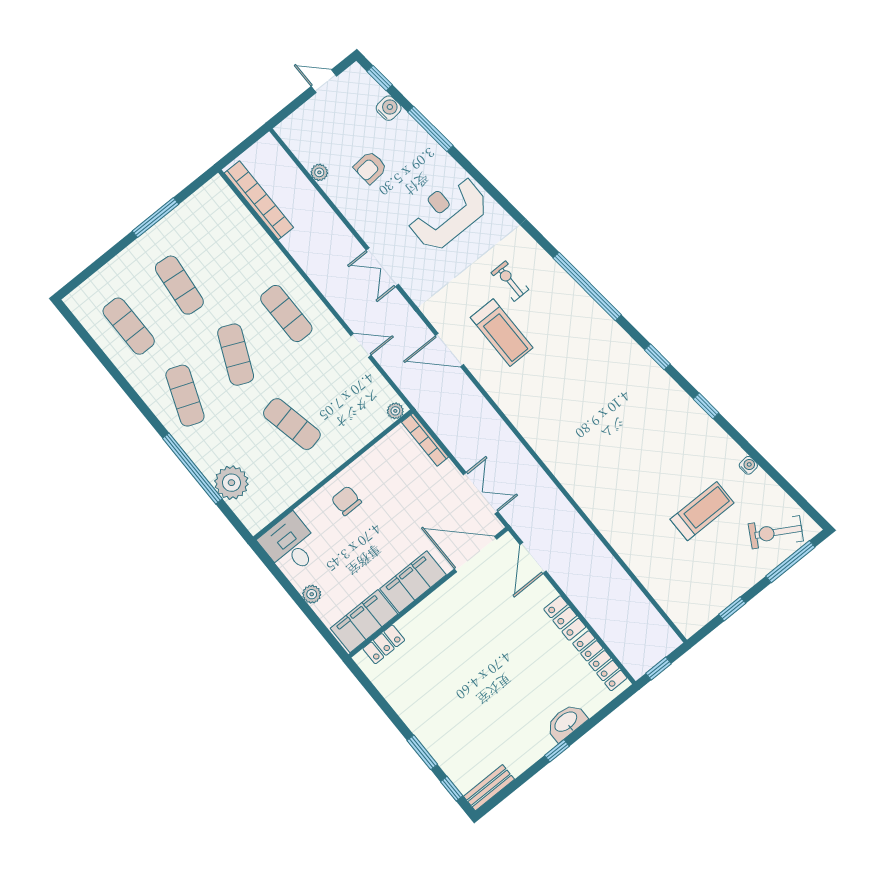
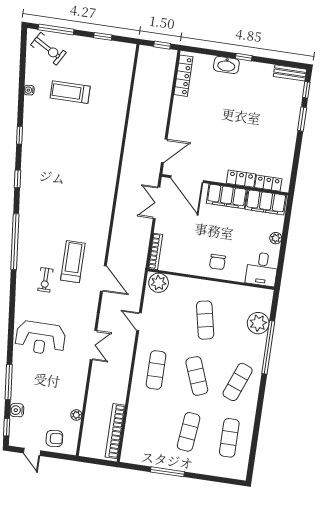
armchair: (370, 167) -> (54, 438), moved
exercise mat: (236, 355) -> (197, 376), turned -45
plant: (395, 411) -> (159, 283), width x1.88, depth x1.88
locker: (565, 618) -> (241, 179), moved, turned -90

